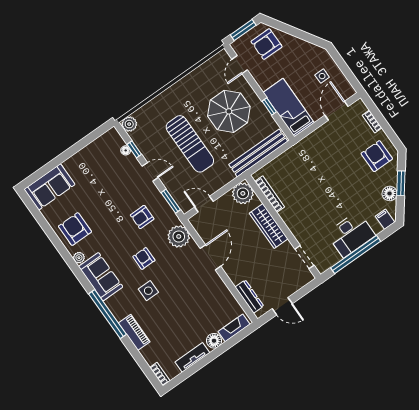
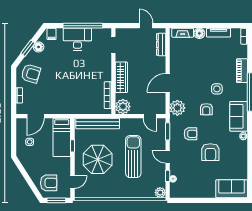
armchair: (377, 156) -> (31, 74), turned -74
armchair: (75, 229) -> (210, 152), moved

